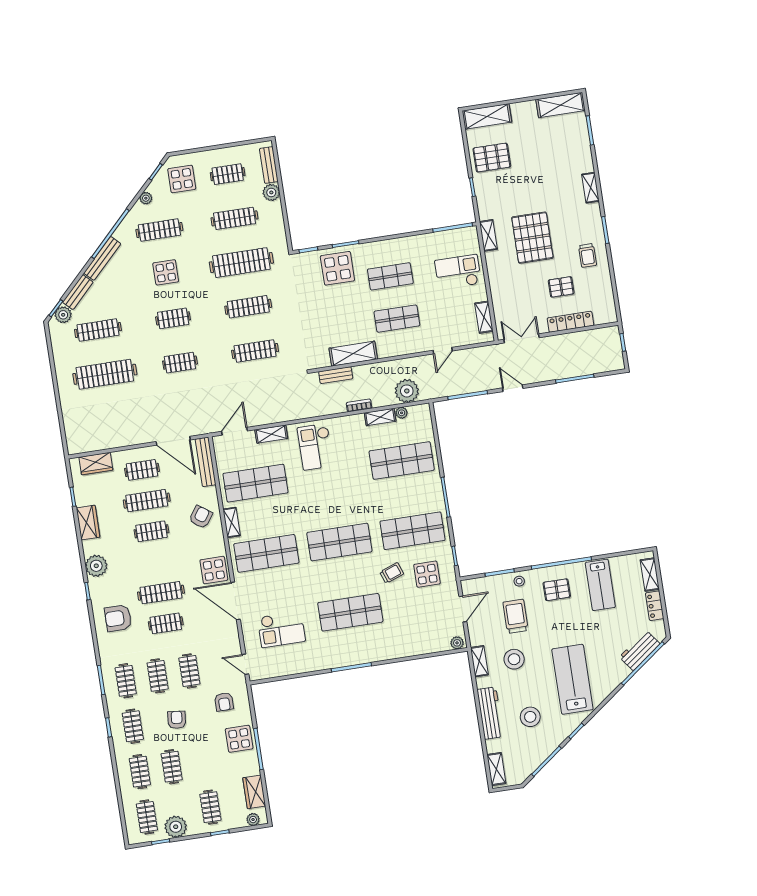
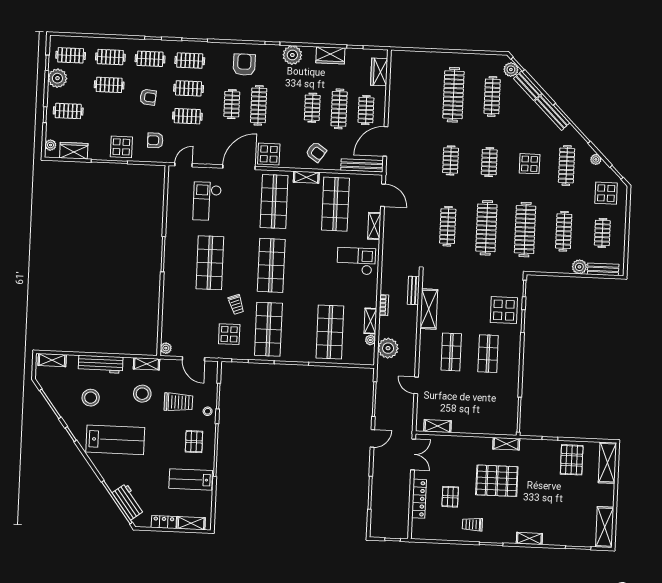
checkout: (458, 272) -> (480, 412), removed
clothes rail: (248, 307) -> (486, 228), width x1.37, depth x1.31

